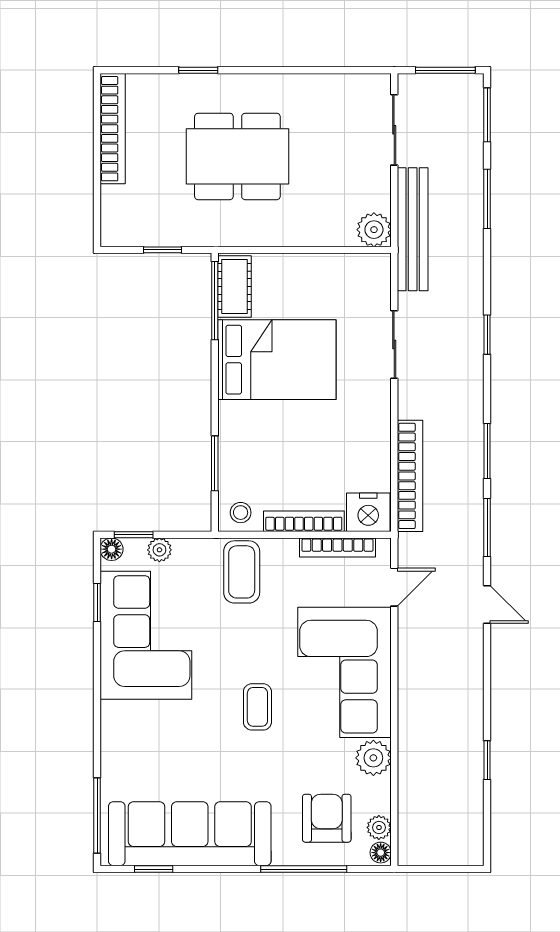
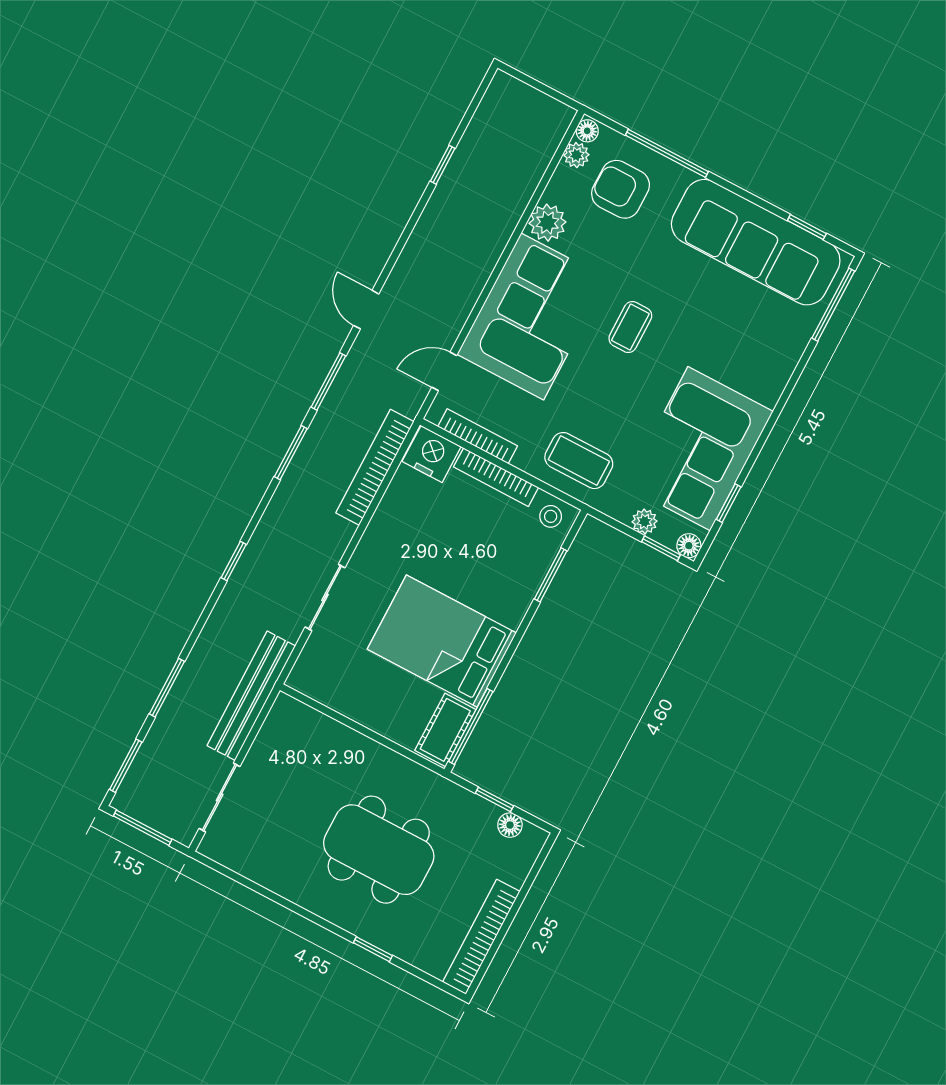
plant: (374, 230) -> (287, 714), removed
floor lamp: (138, 235) -> (510, 825), added
coffee table: (242, 572) -> (579, 461), turned 90
armchair: (327, 818) -> (621, 189), turned 90

